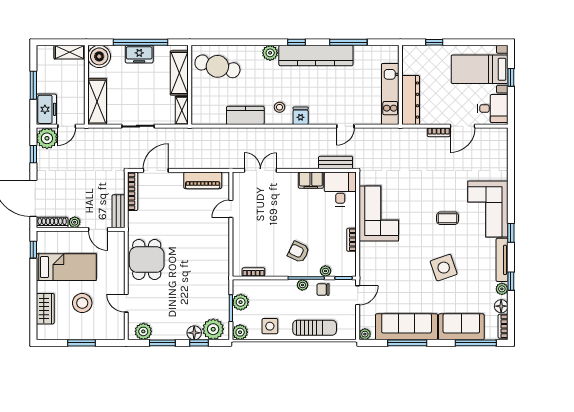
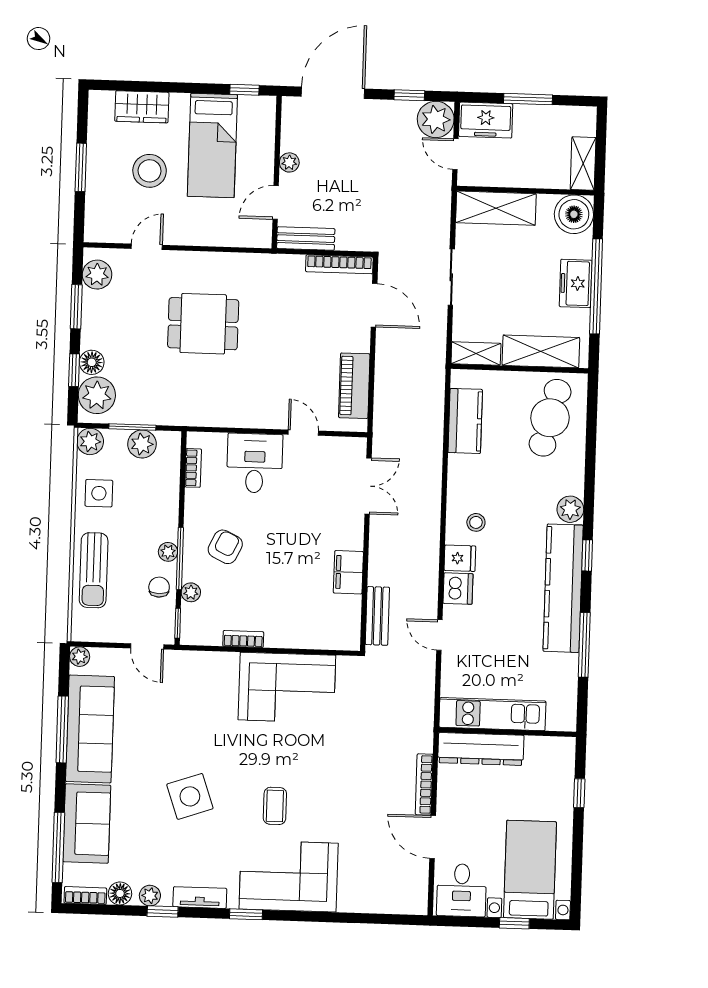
kitchen counter: (245, 115) -> (465, 421), moved
dishwasher: (318, 116) -> (458, 589), added
bookcase: (439, 132) -> (424, 784), width x1.56
desk: (340, 189) -> (255, 463), moved, turned -90
shoe rack: (52, 223) -> (290, 123), removed
dining table: (147, 260) -> (203, 324), moved
tv unit: (502, 260) -> (200, 898), width x0.71

